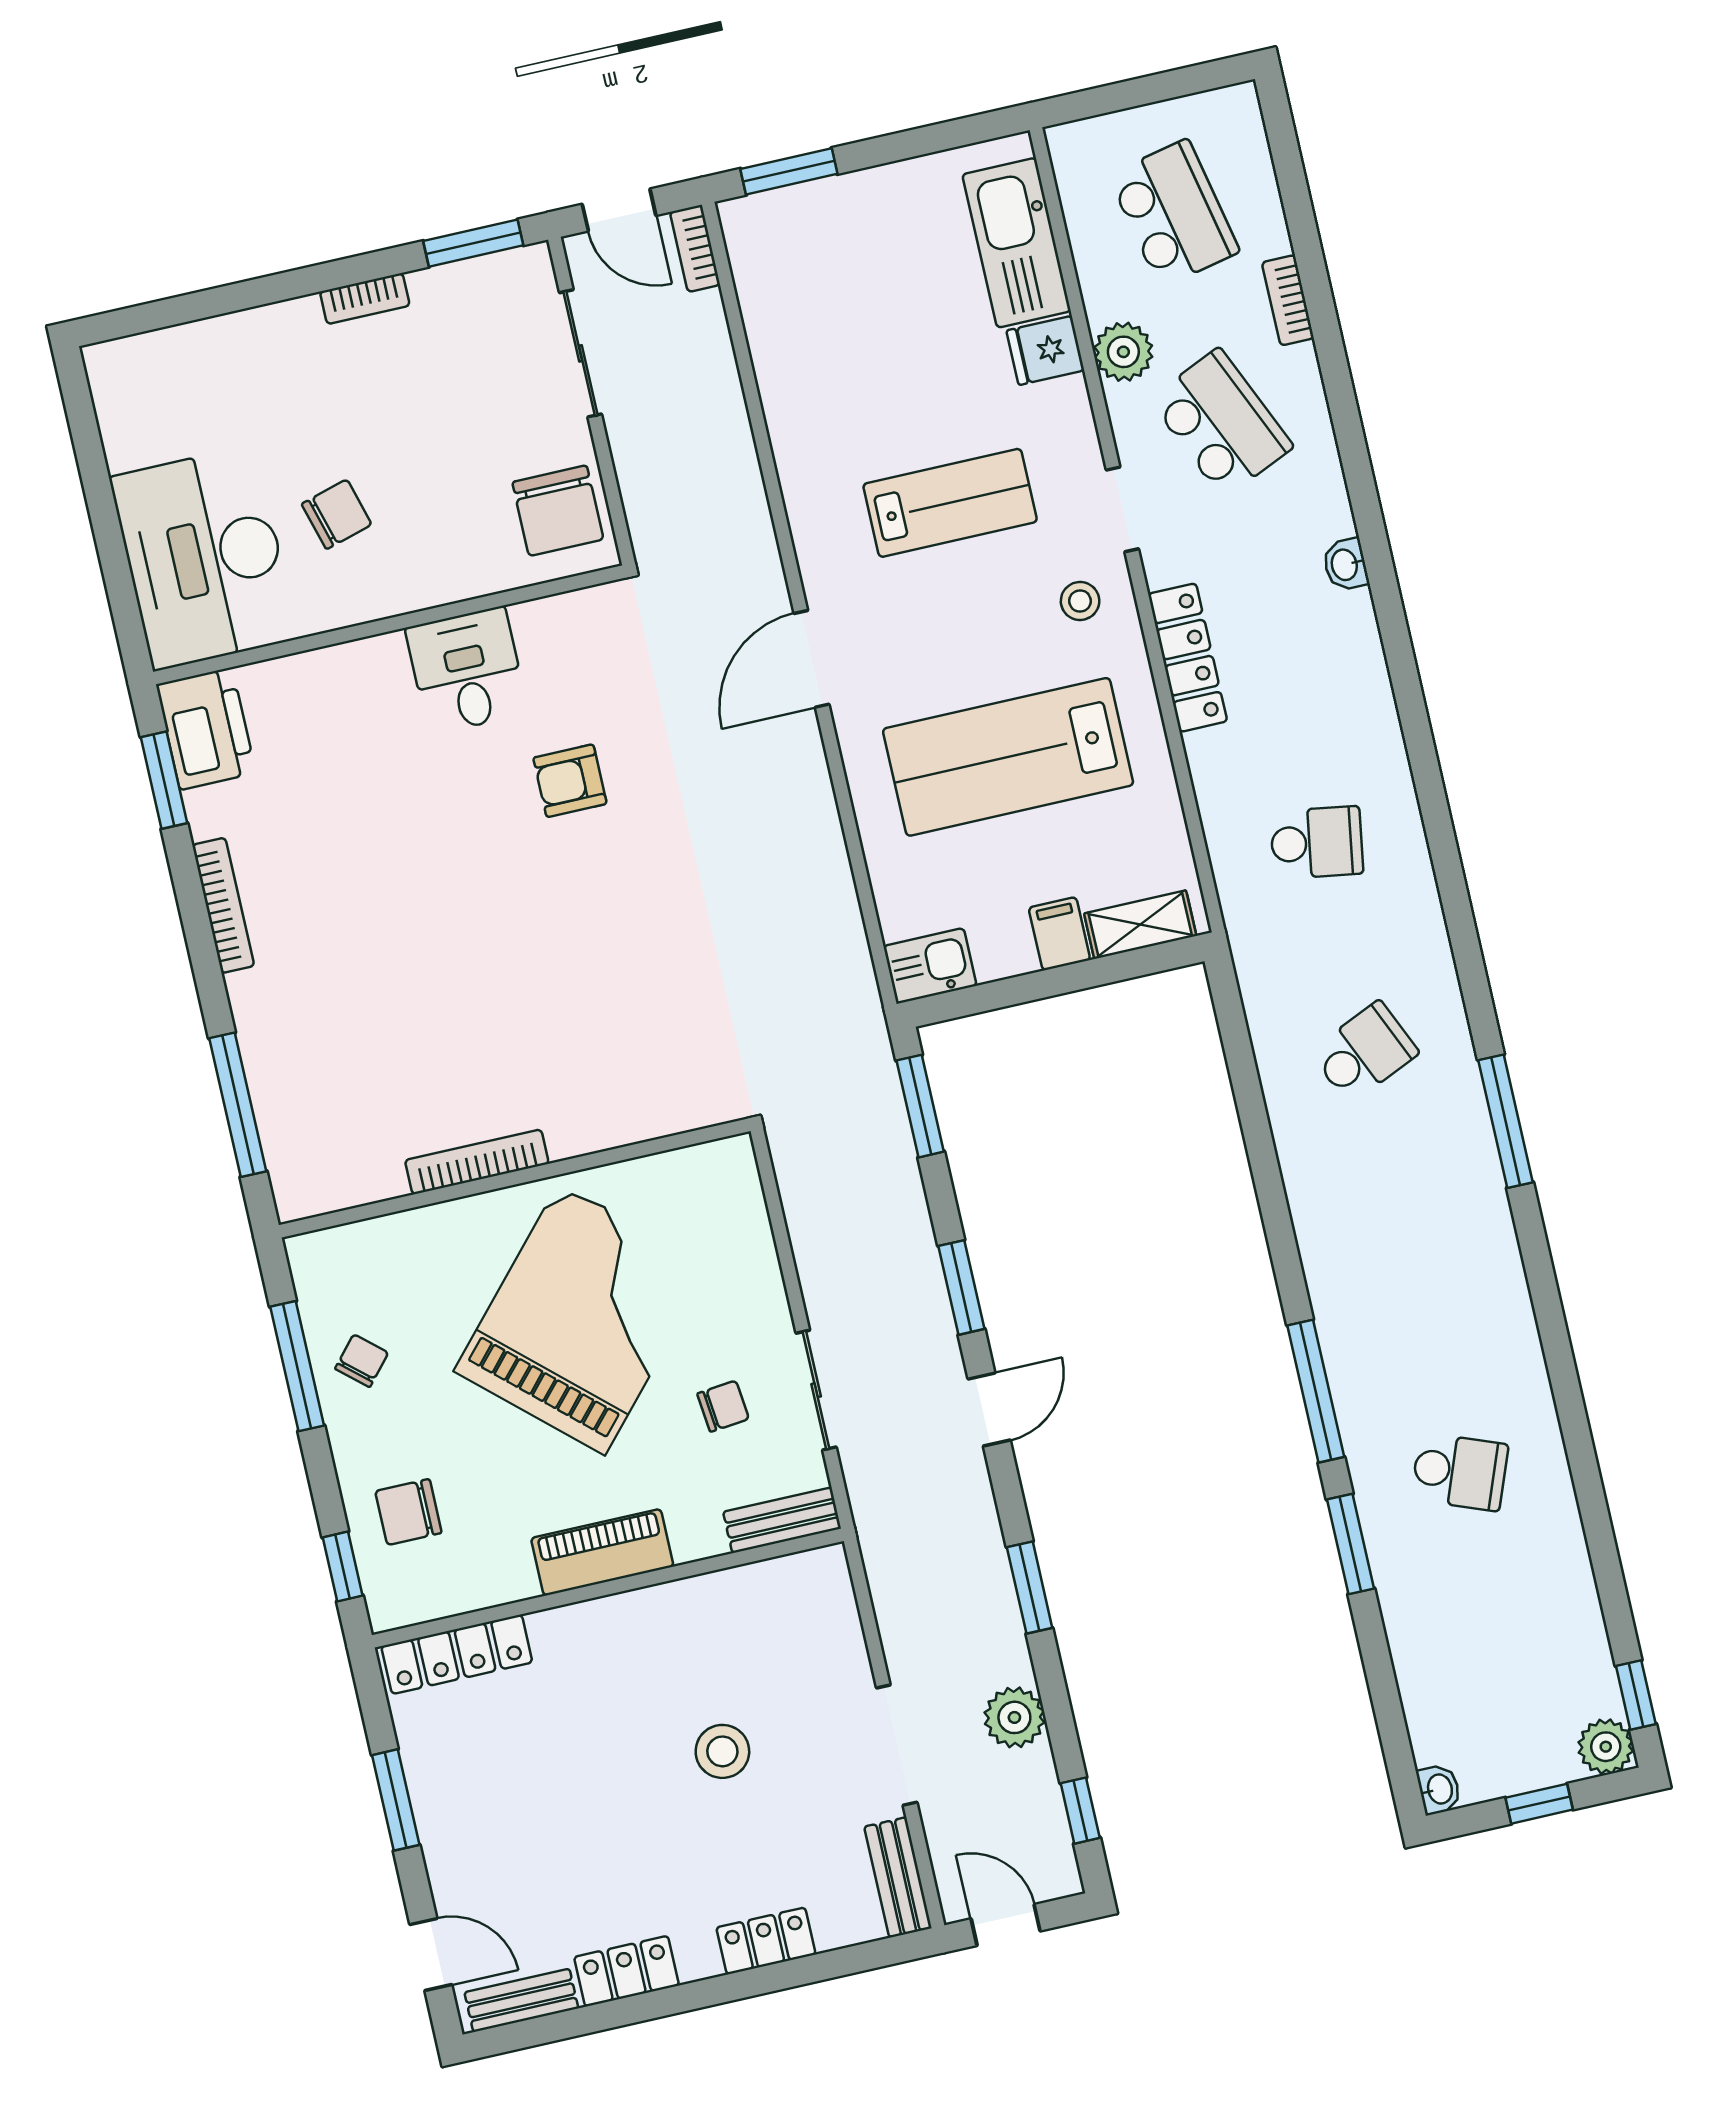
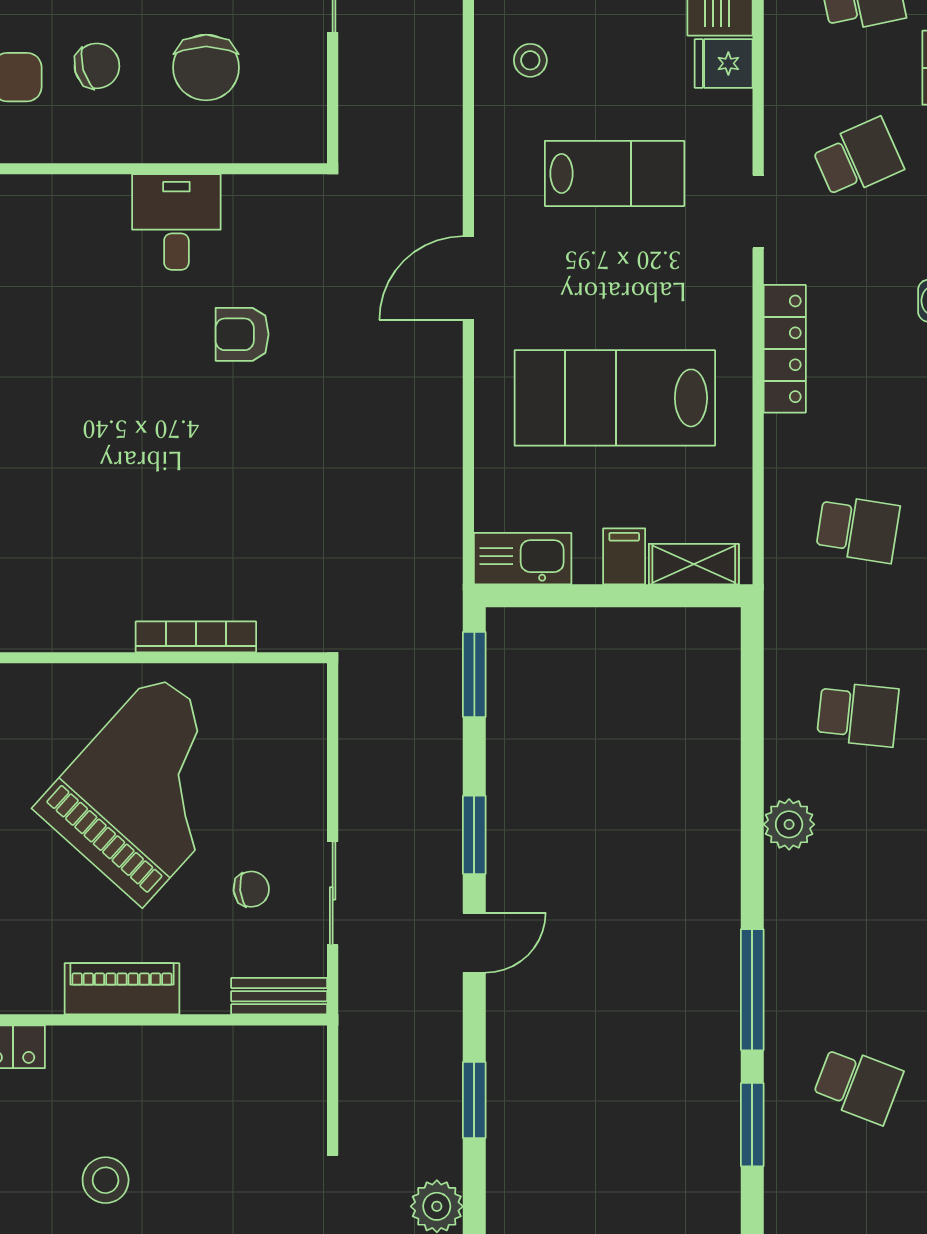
plant: (1123, 352) -> (789, 824), moved
school desk: (1221, 423) -> (858, 158), width x0.54
chair: (558, 511) -> (206, 67), moved
stool: (1080, 601) -> (530, 60), moved
kitchen sink: (930, 966) -> (523, 559), width x1.38
school desk: (1364, 1052) -> (858, 714), turned 30
bookcase: (477, 1162) -> (196, 637), moved
stool: (722, 1751) -> (106, 1180), moved

